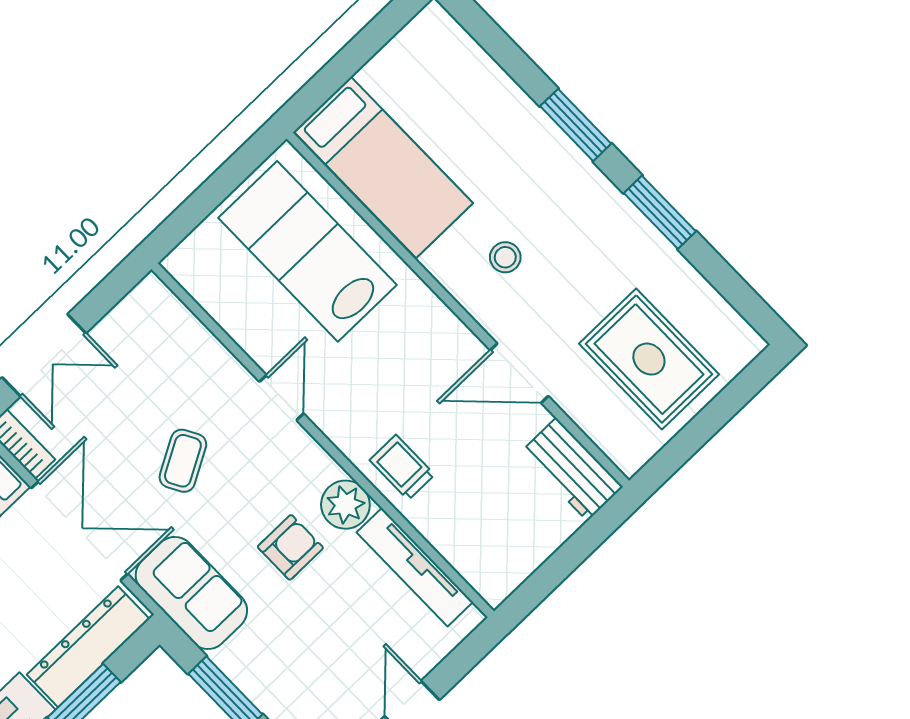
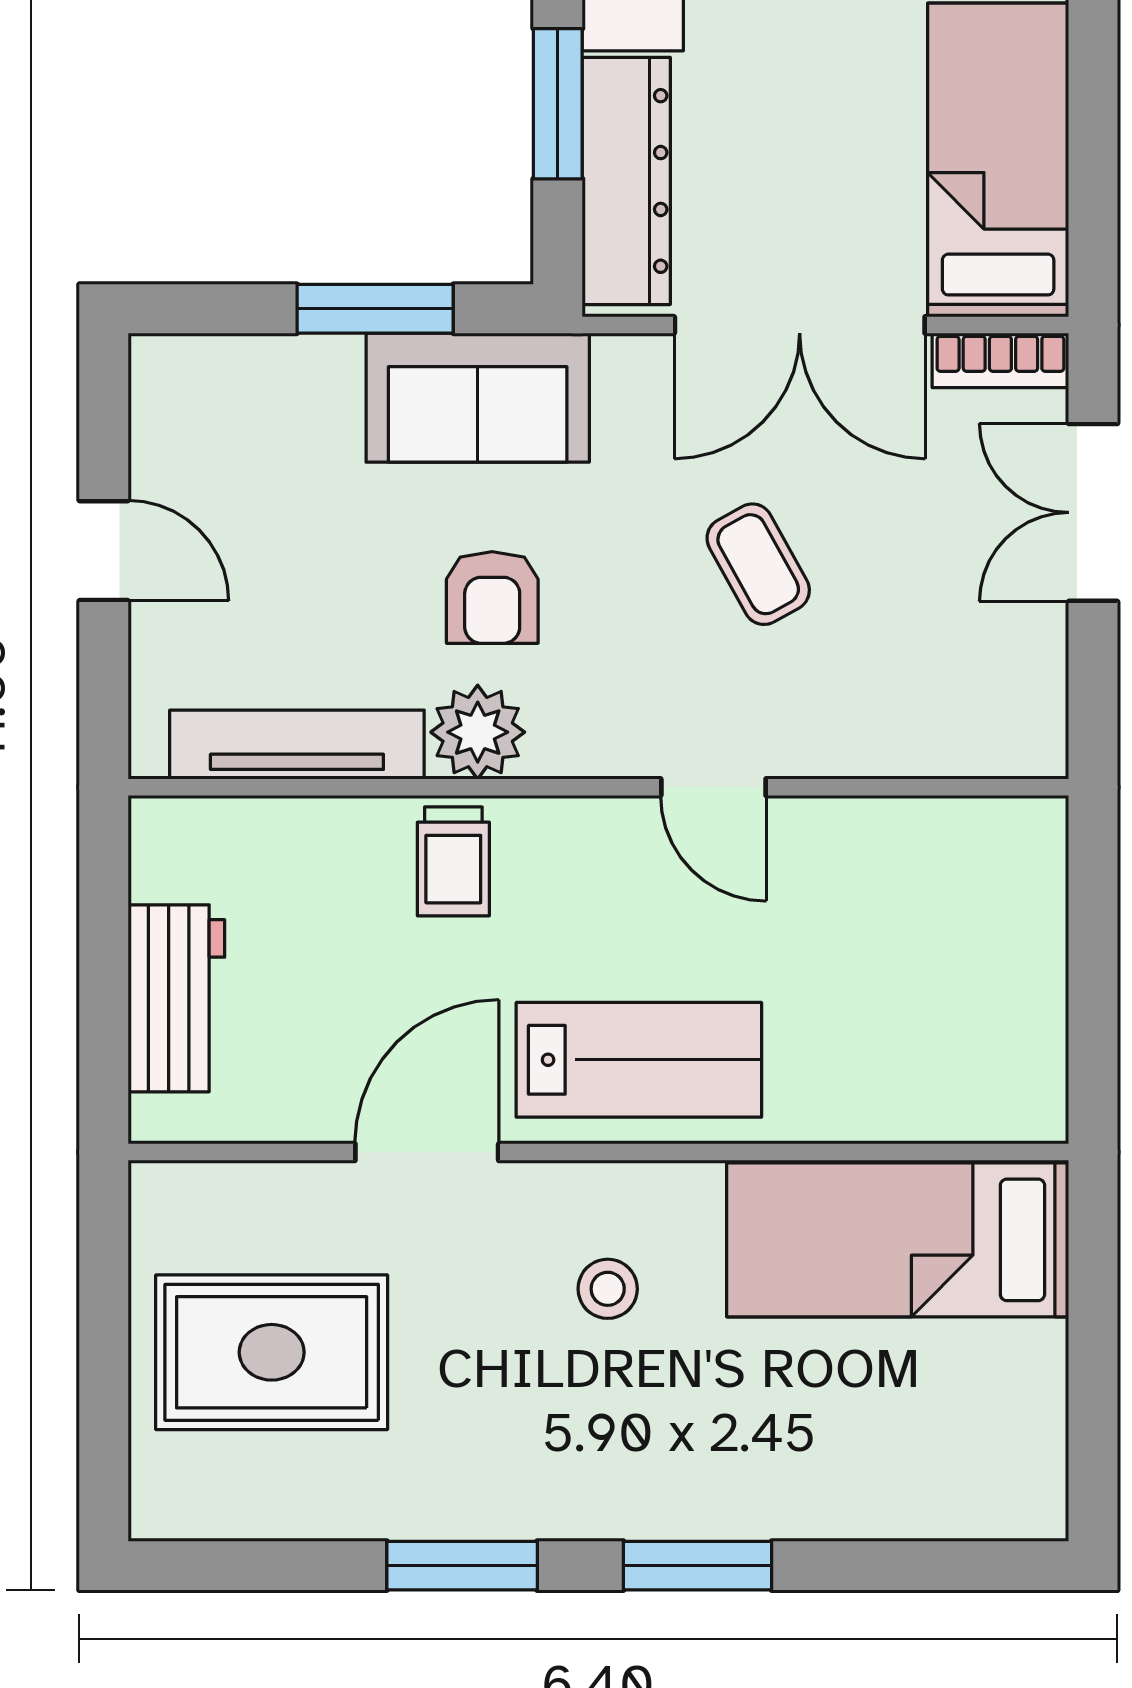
lab bench: (307, 251) -> (639, 1060), moved, width x0.73, depth x0.72
trolley: (402, 467) -> (453, 861), turned 90
workbench: (572, 469) -> (176, 998), moved, turned 90
sofa: (191, 593) -> (478, 398), moved

